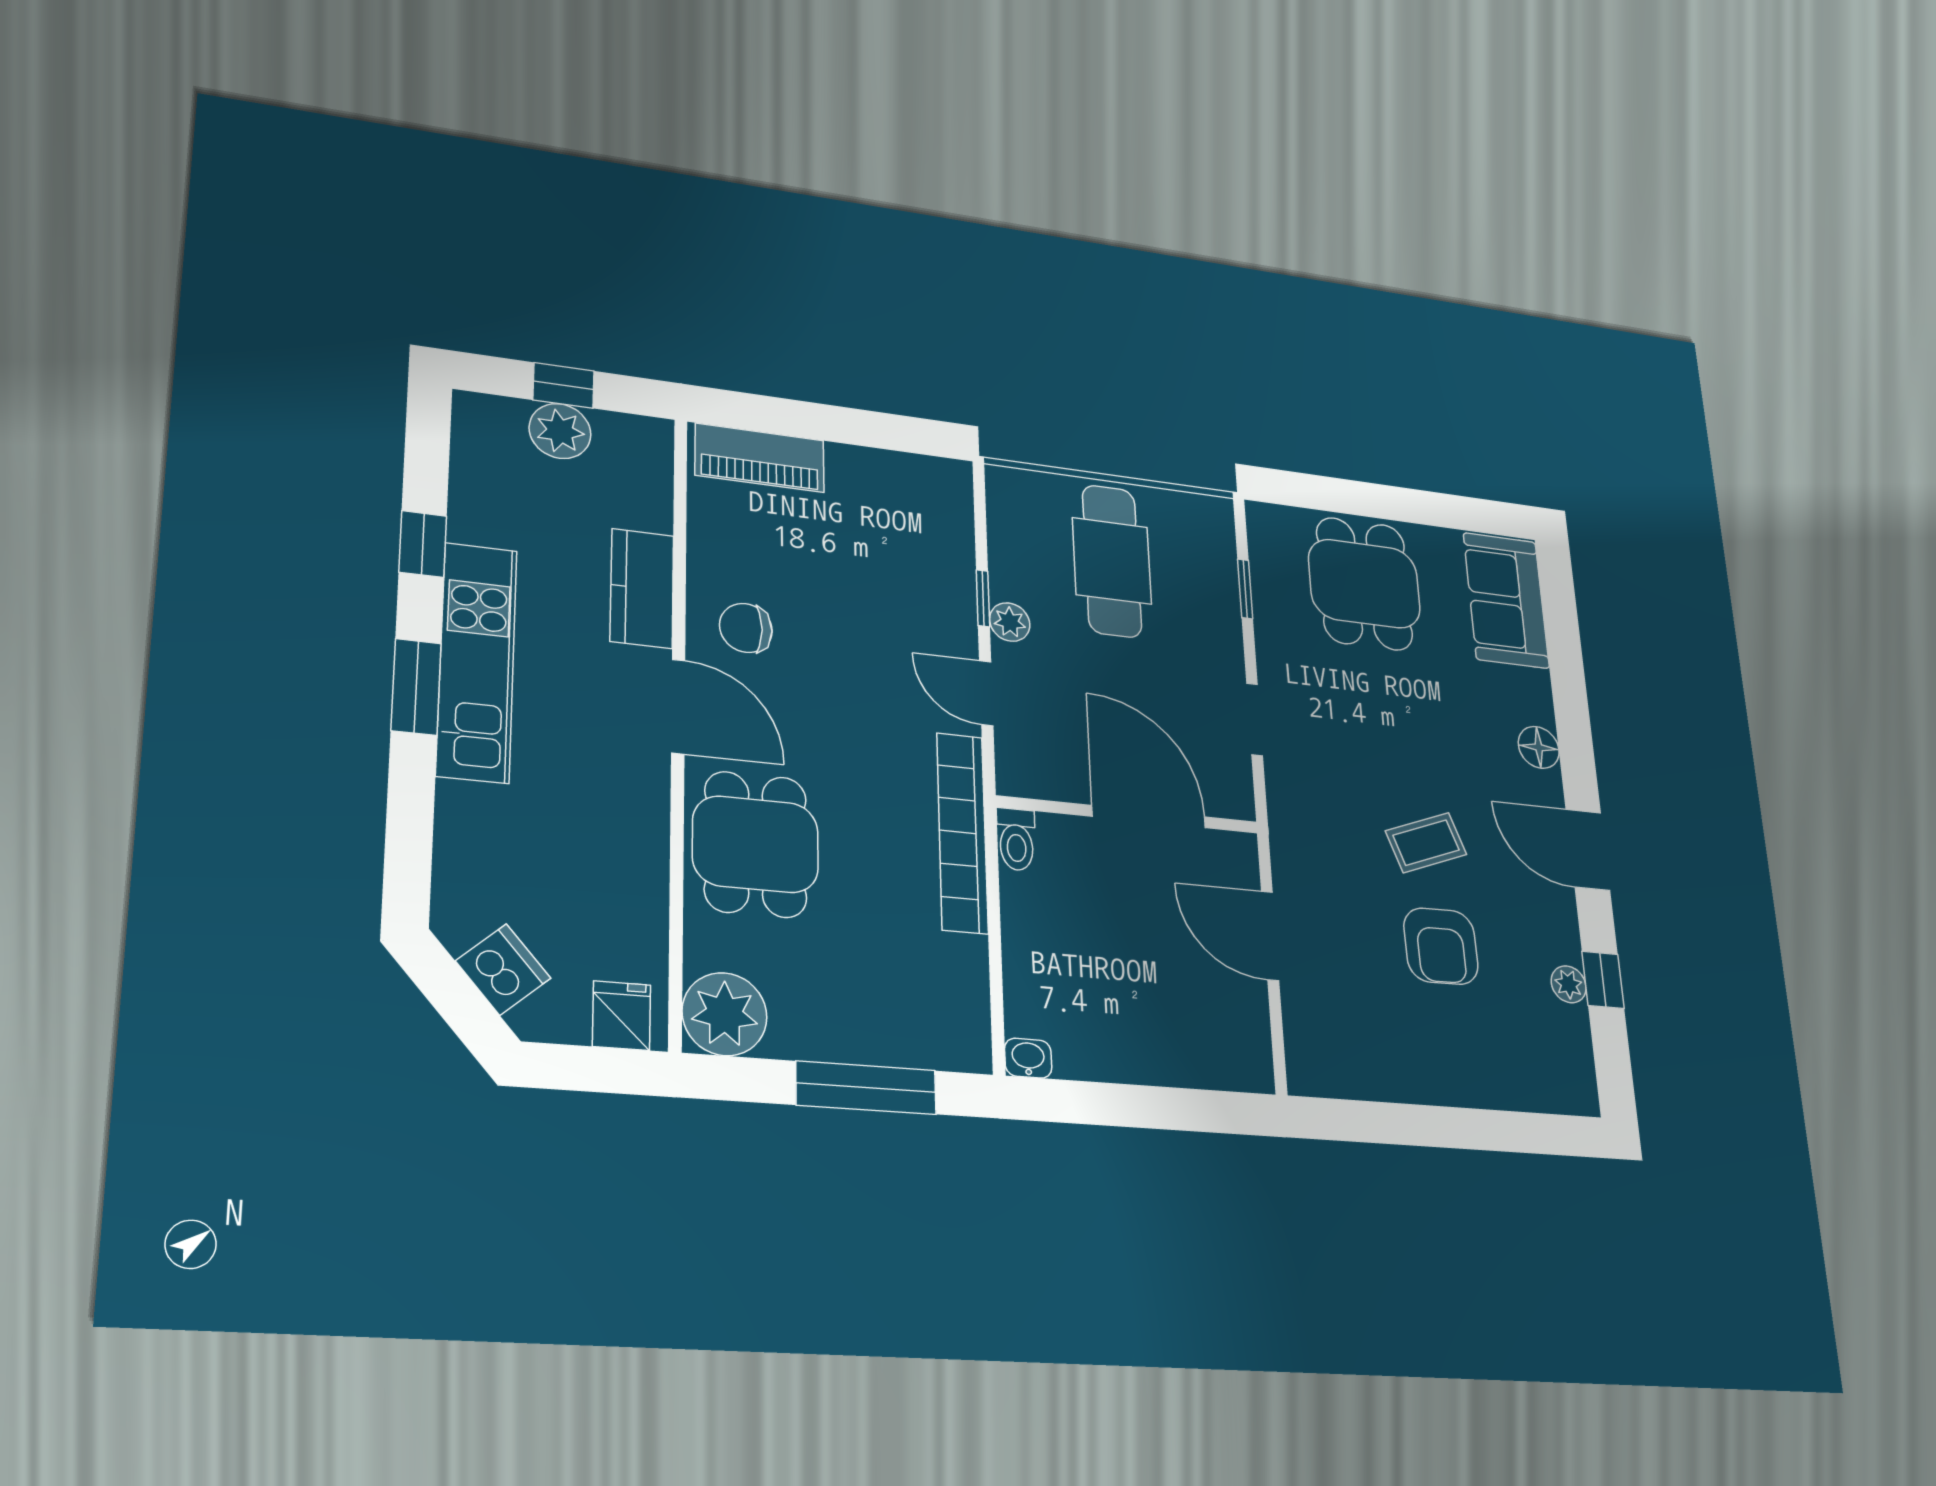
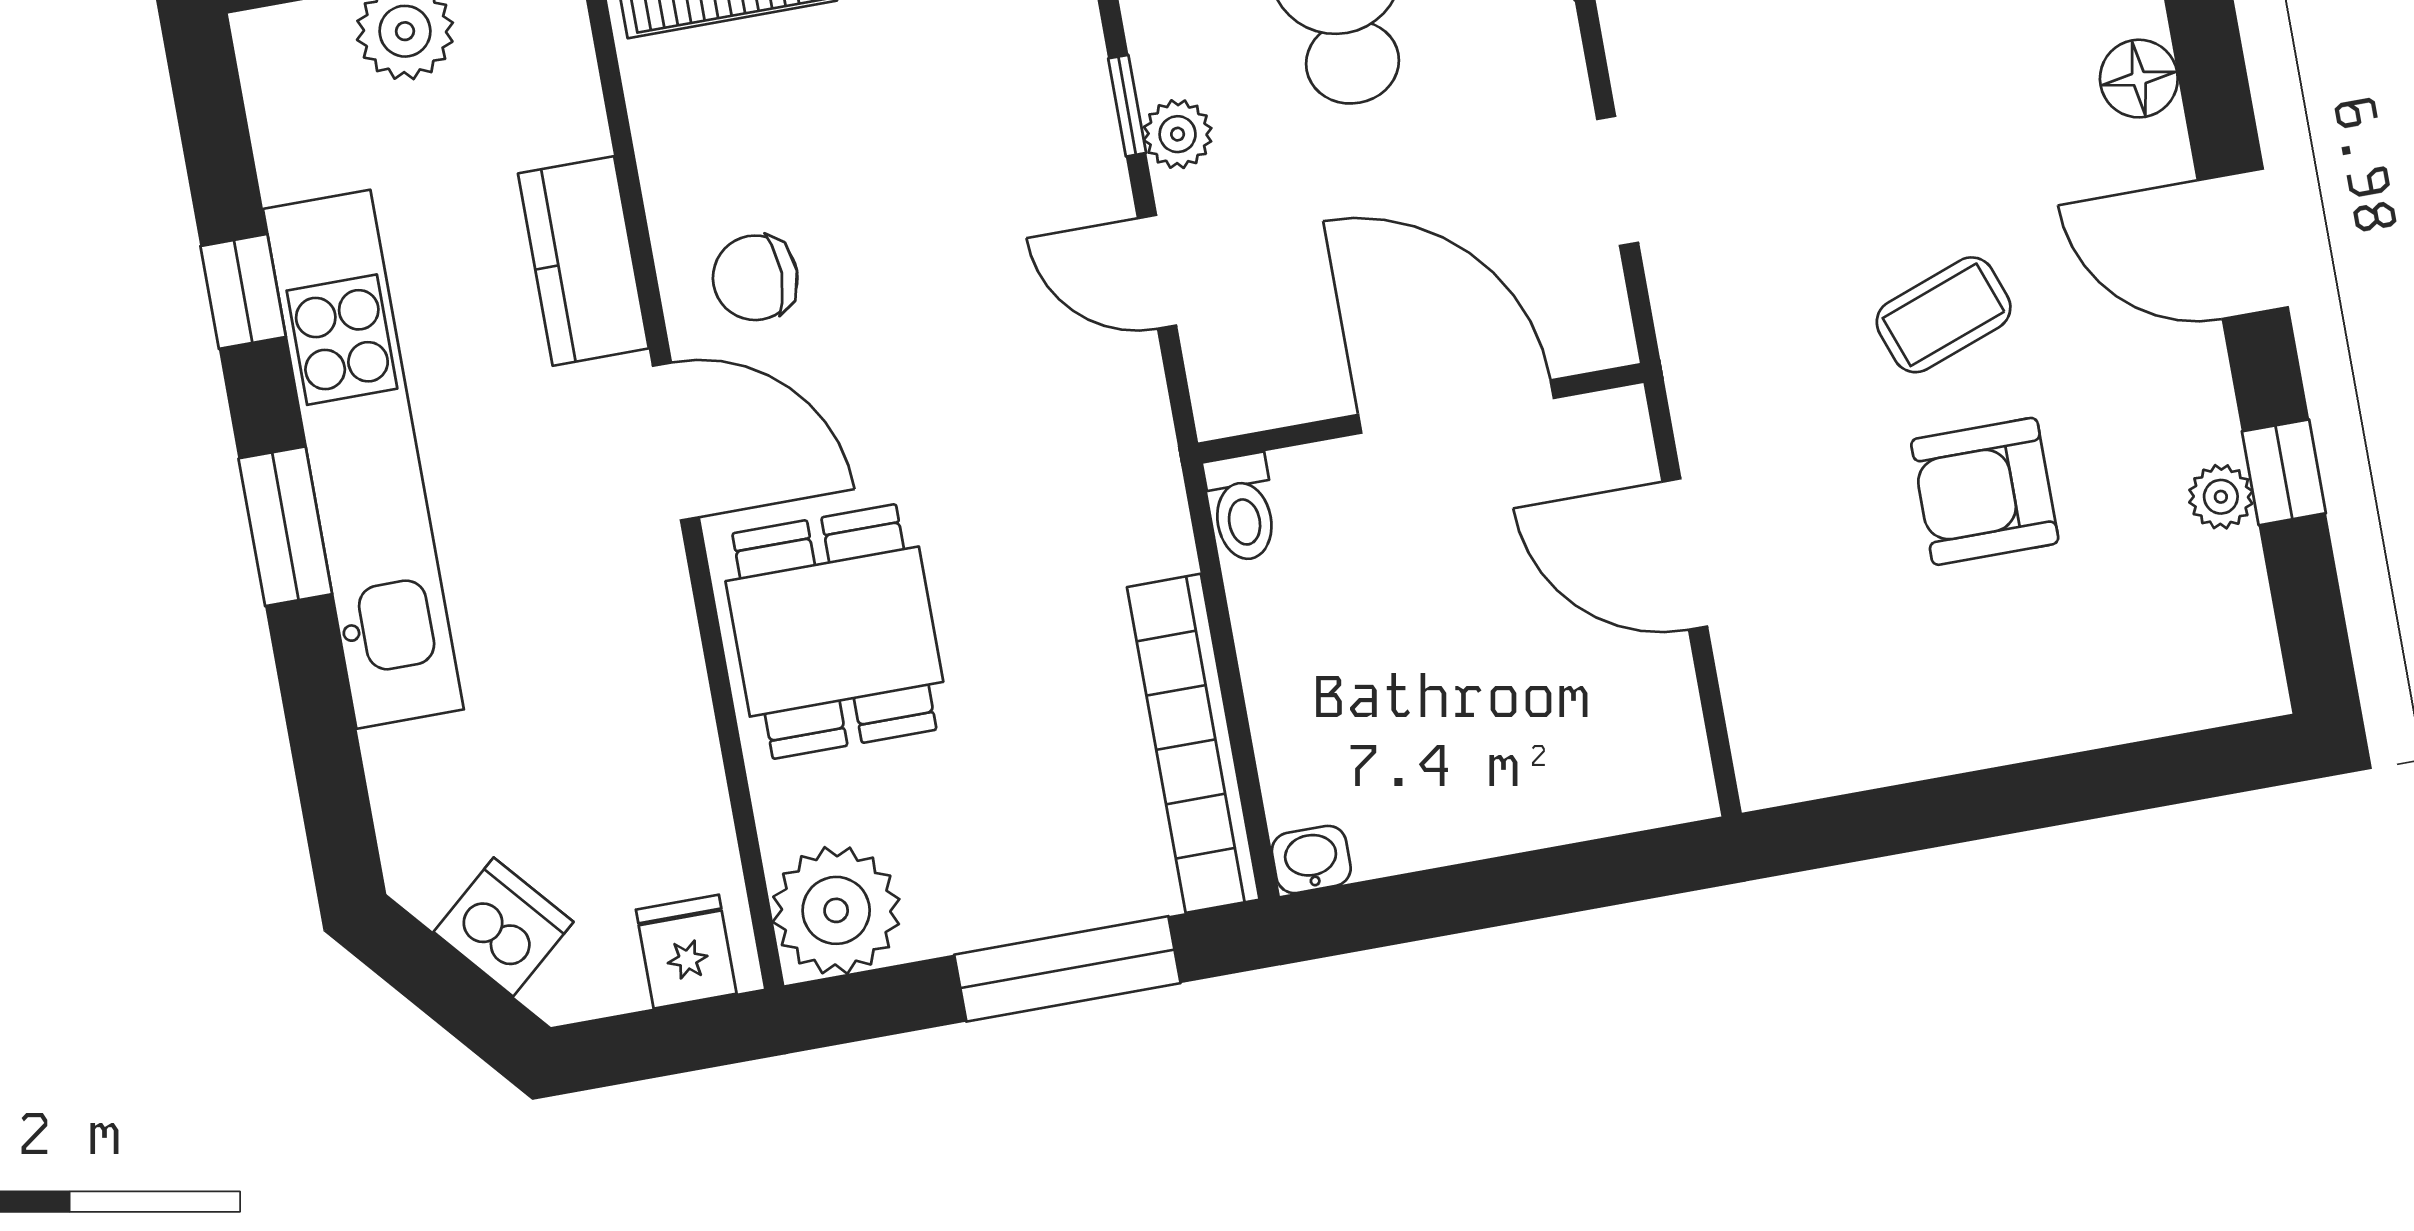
kitchen unit: (477, 662) -> (363, 459), width x1.36
bookcase: (962, 832) -> (1193, 743), moved
armchair: (1441, 946) -> (1985, 491), turned 91

